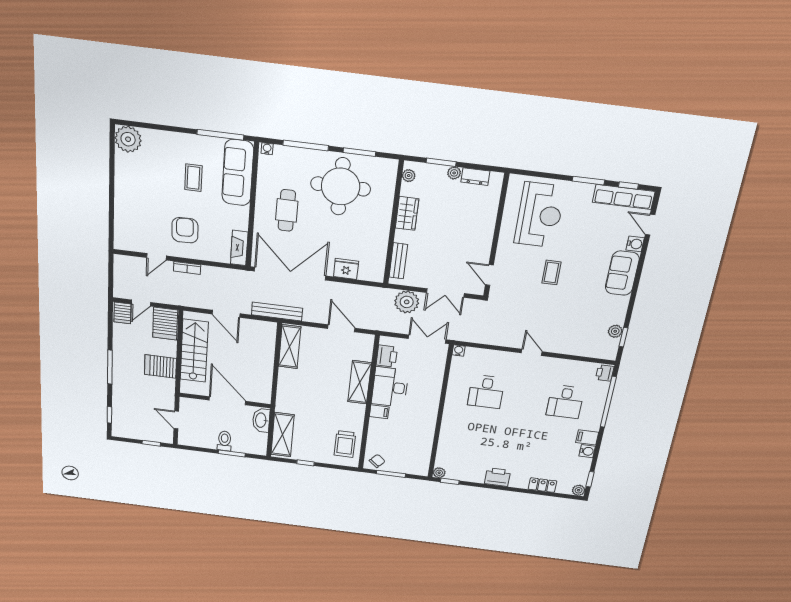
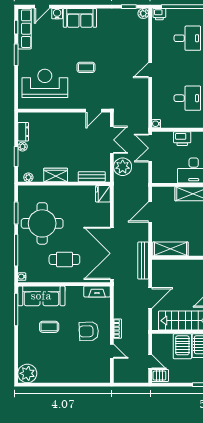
fridge: (346, 269) -> (103, 194), moved
server rack: (165, 324) -> (182, 346), moved, turned 90
plant: (615, 331) -> (143, 13), moved
printer: (387, 356) -> (182, 139), moved, turned 180

